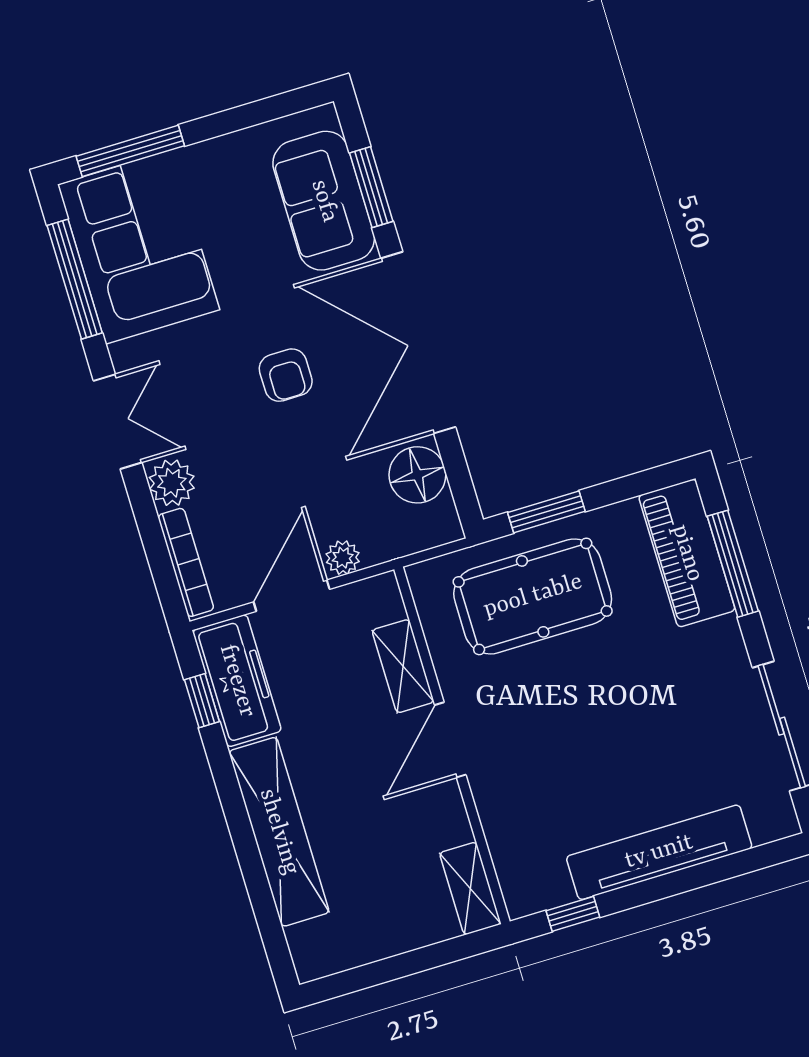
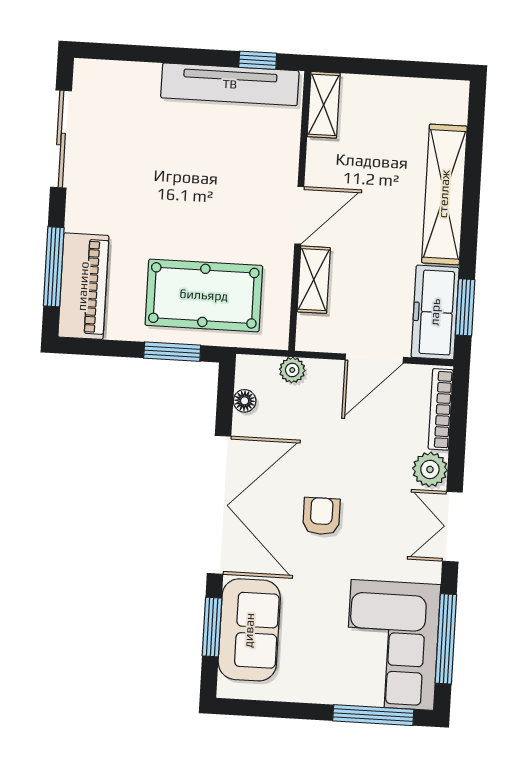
floor lamp: (417, 475) -> (245, 401), width x0.53, depth x0.53
plant: (343, 558) -> (292, 370), moved
window: (202, 701) -> (465, 307), width x1.50
tv unit: (659, 852) -> (230, 84), moved

